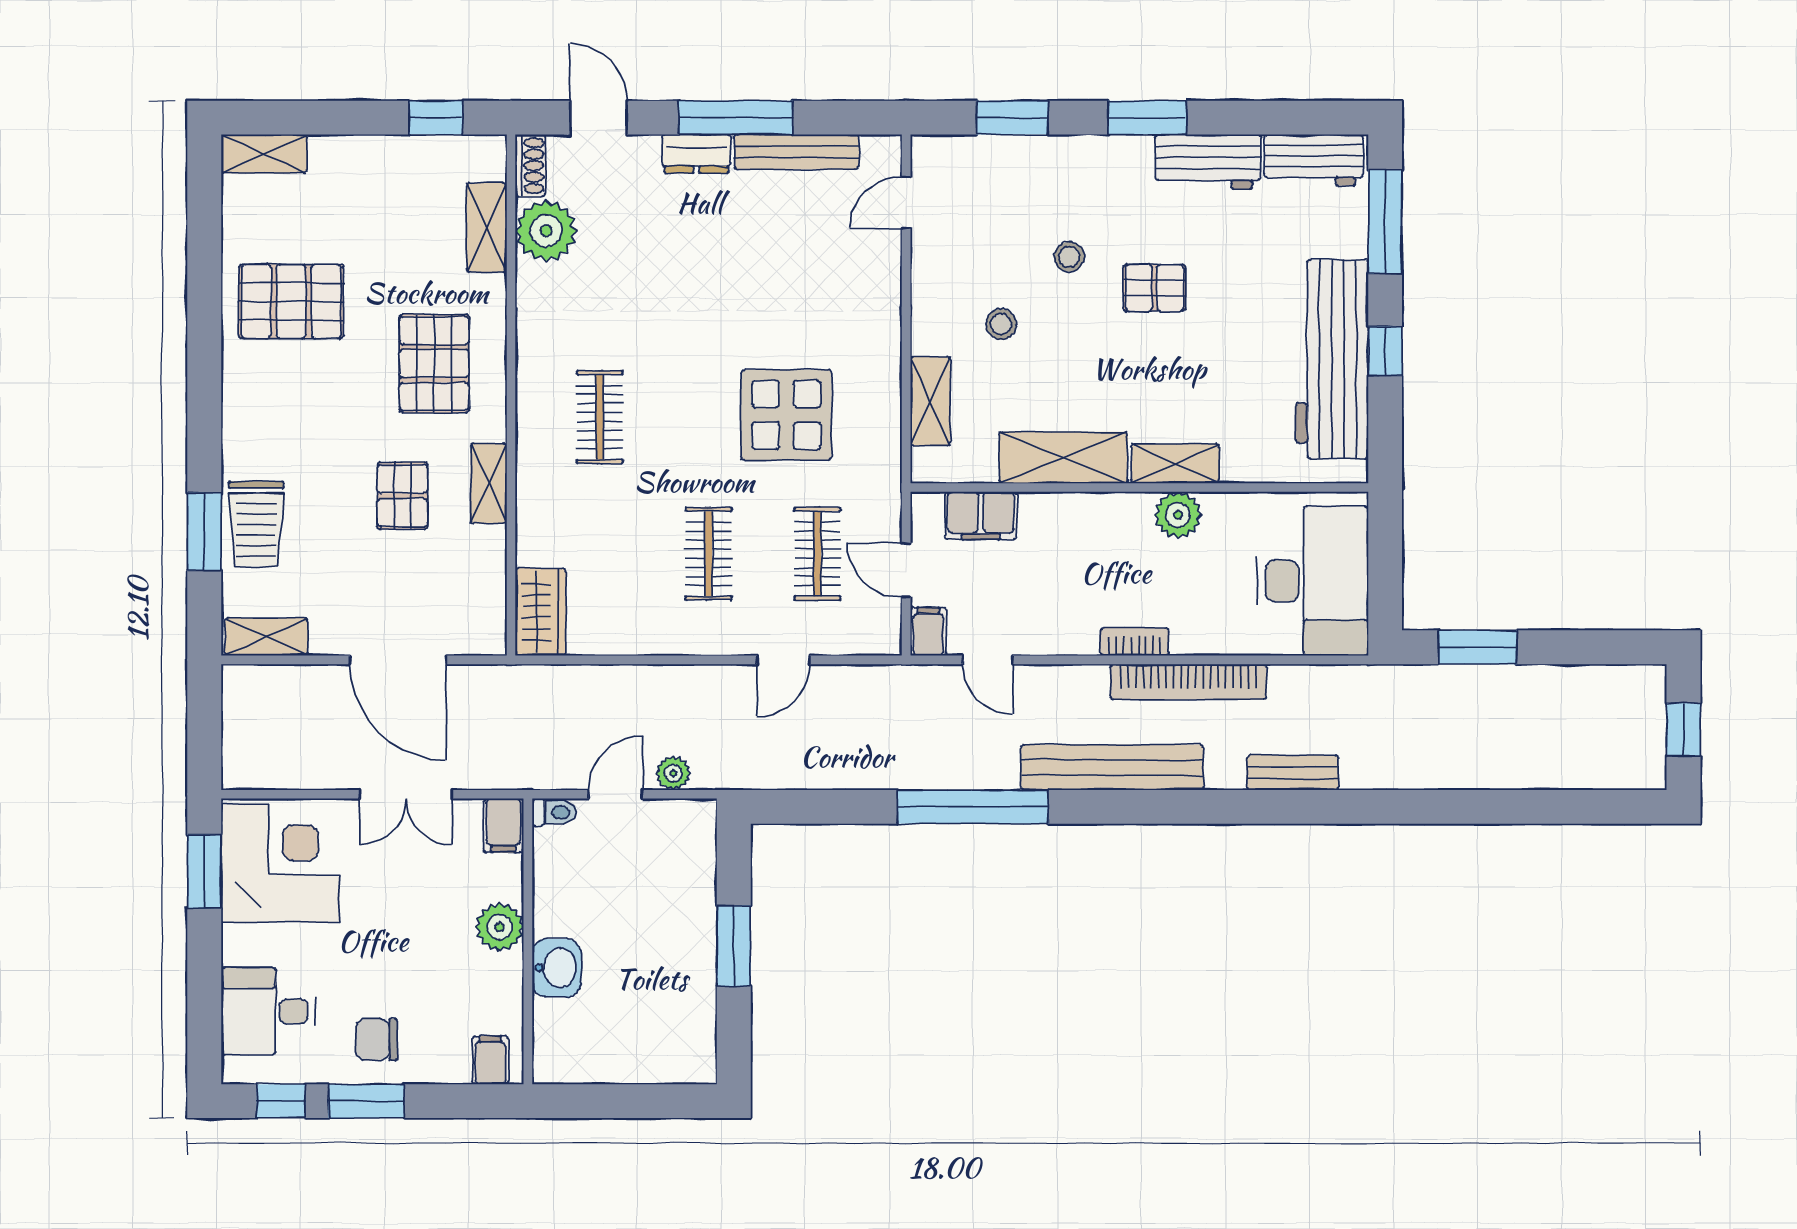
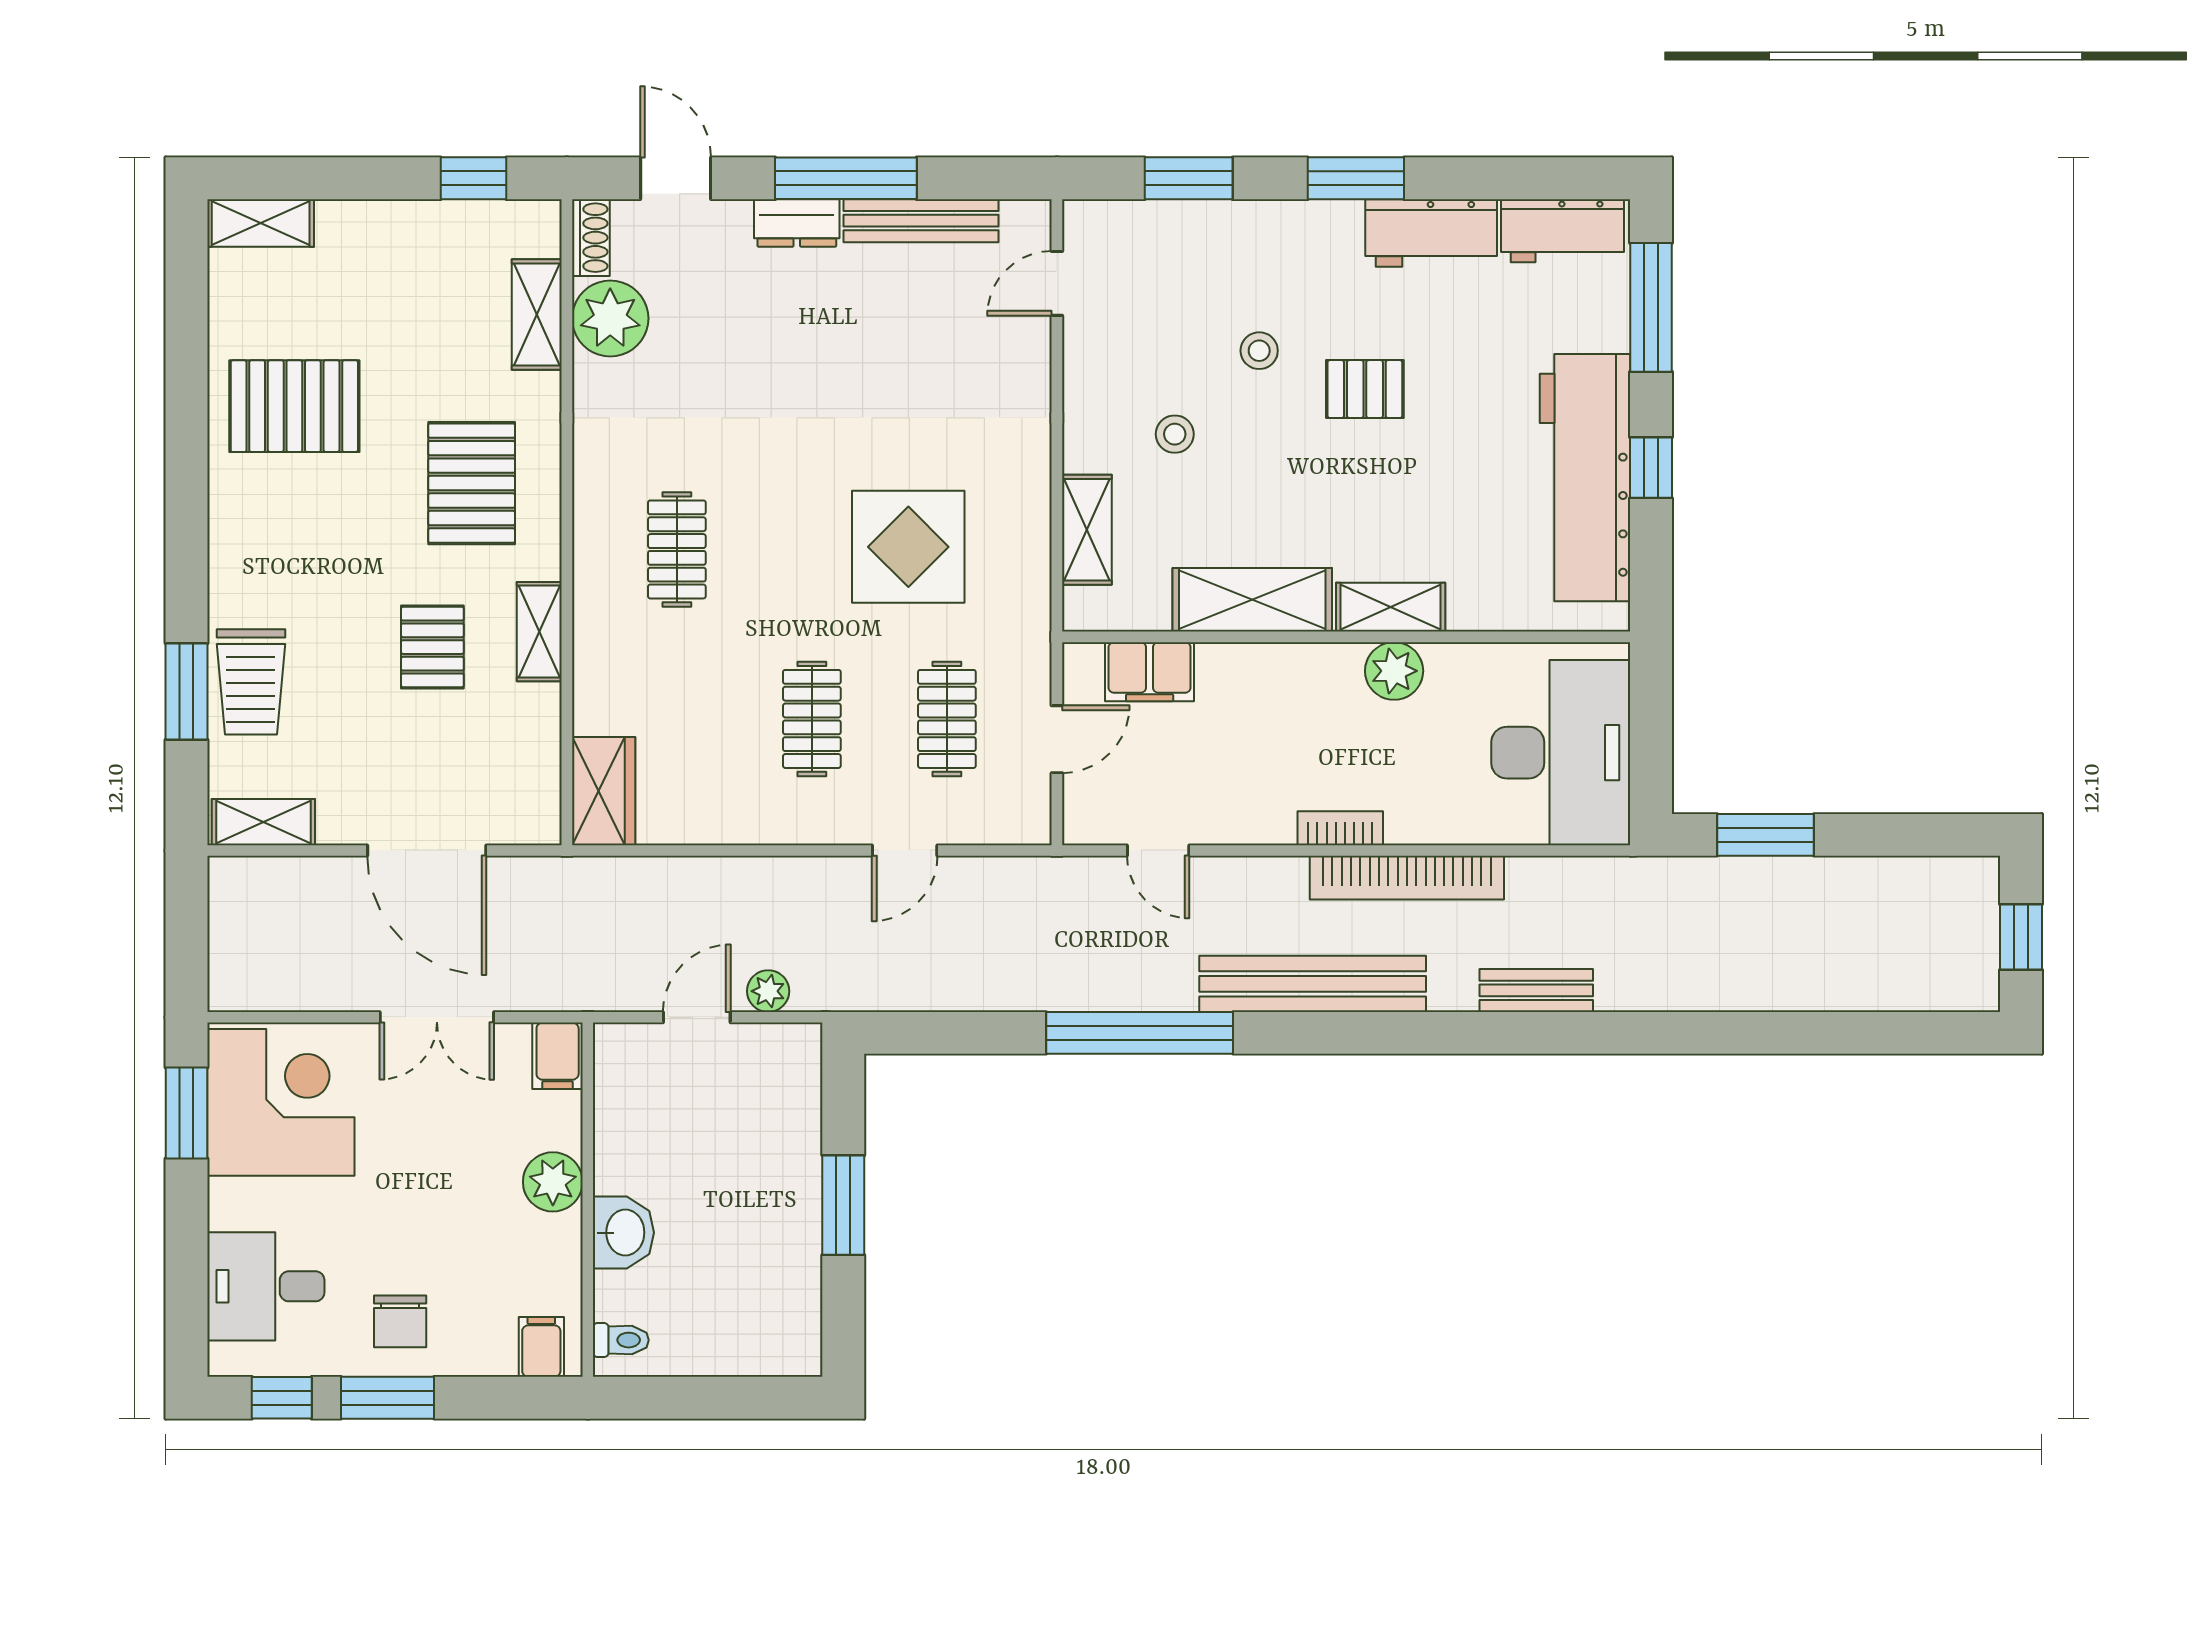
door: (906, 570) -> (1057, 739), swing flipped
filing cabinet: (928, 632) -> (1084, 815), removed
toilet: (554, 812) -> (621, 1340), moved
chair: (377, 1039) -> (400, 1321), turned -90

